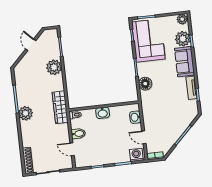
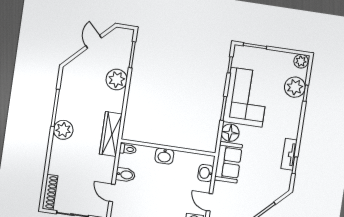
corner sofa: (148, 41) -> (246, 97), moved
sofa: (185, 62) -> (228, 162), moved, turned 180

